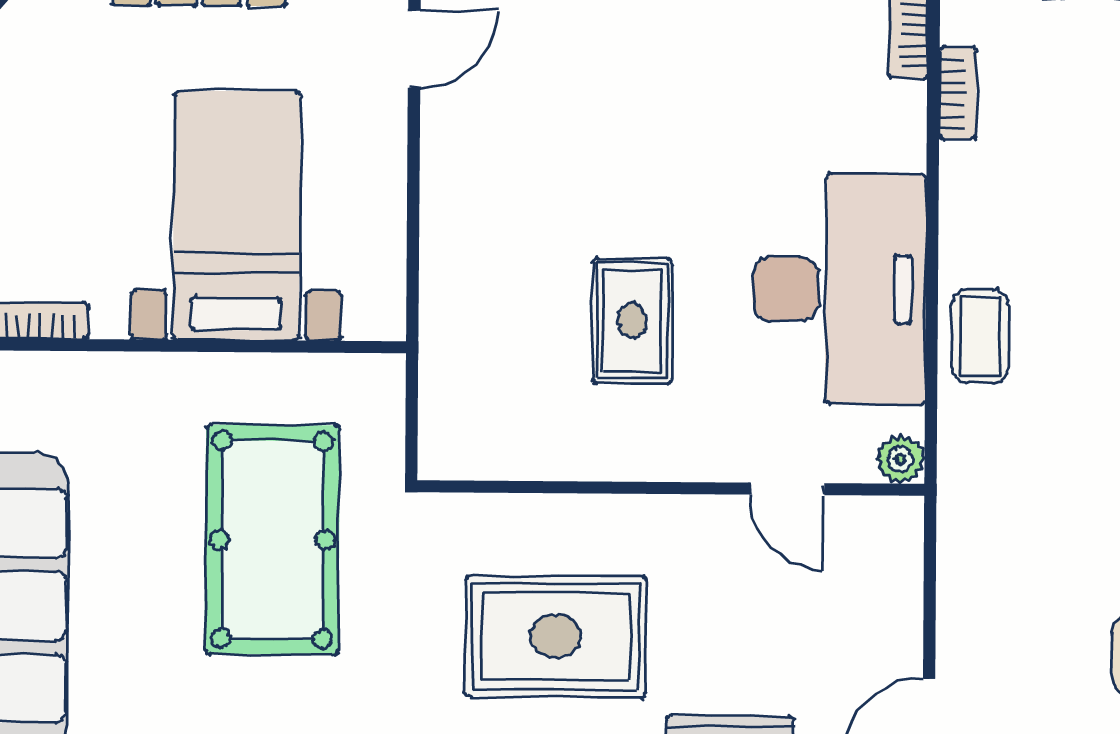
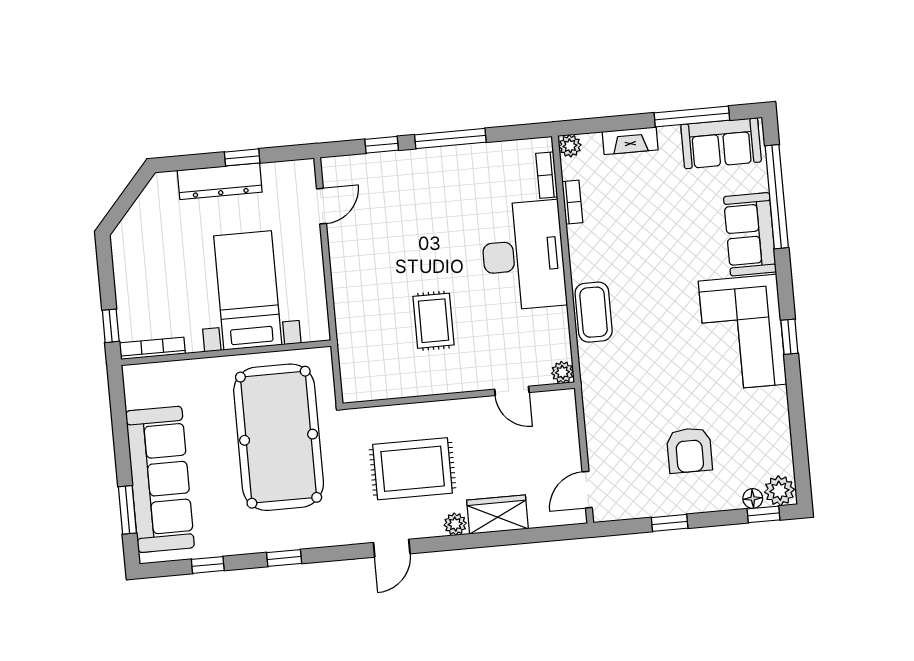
desk: (839, 289) -> (523, 256), moved
coffee table: (980, 336) -> (594, 312), width x1.36, depth x1.30
pool table: (272, 540) -> (279, 437), width x1.36, depth x1.32

